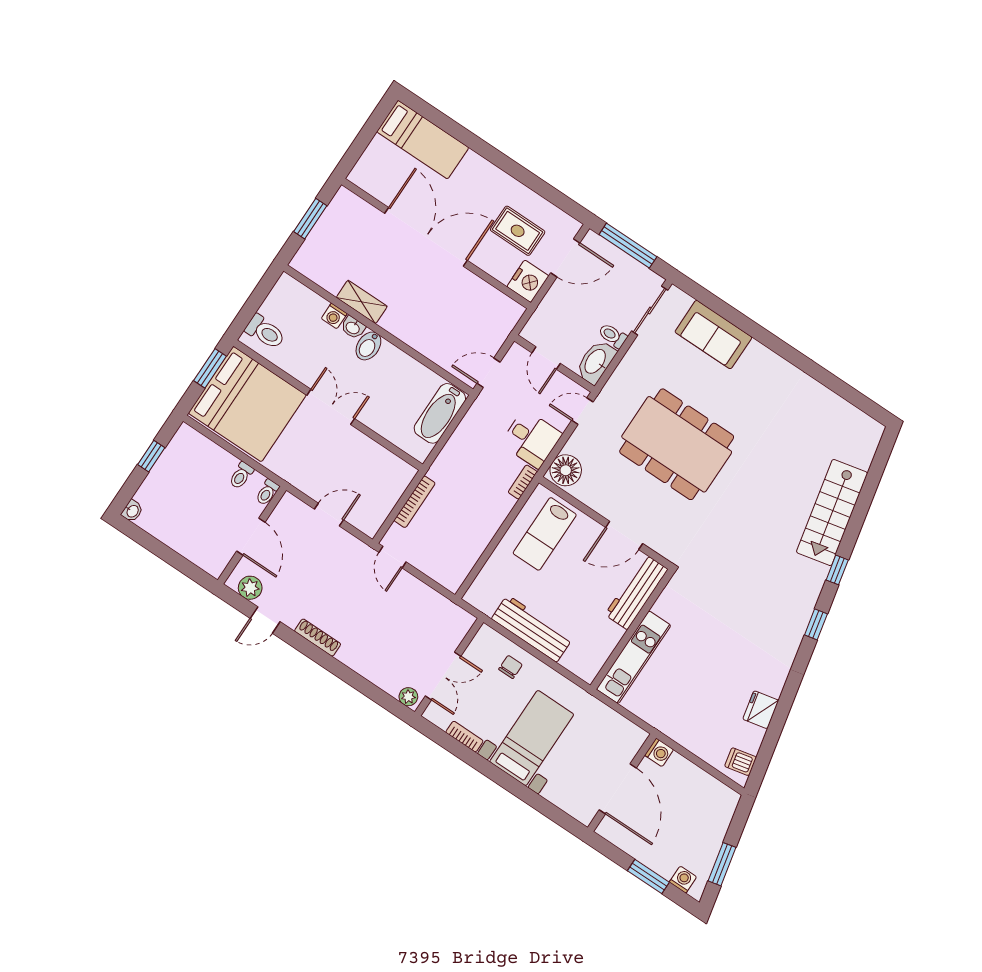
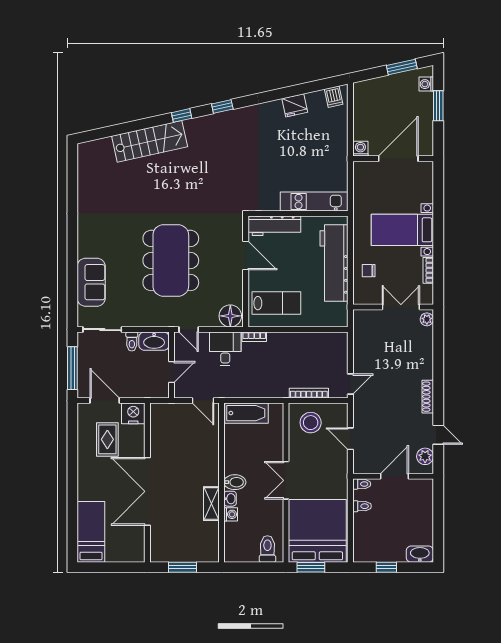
stool: (379, 481) -> (311, 423), added
washbasin: (132, 511) -> (420, 554), width x1.91, depth x1.45
workbench: (532, 629) -> (334, 263), width x1.36, depth x1.32

